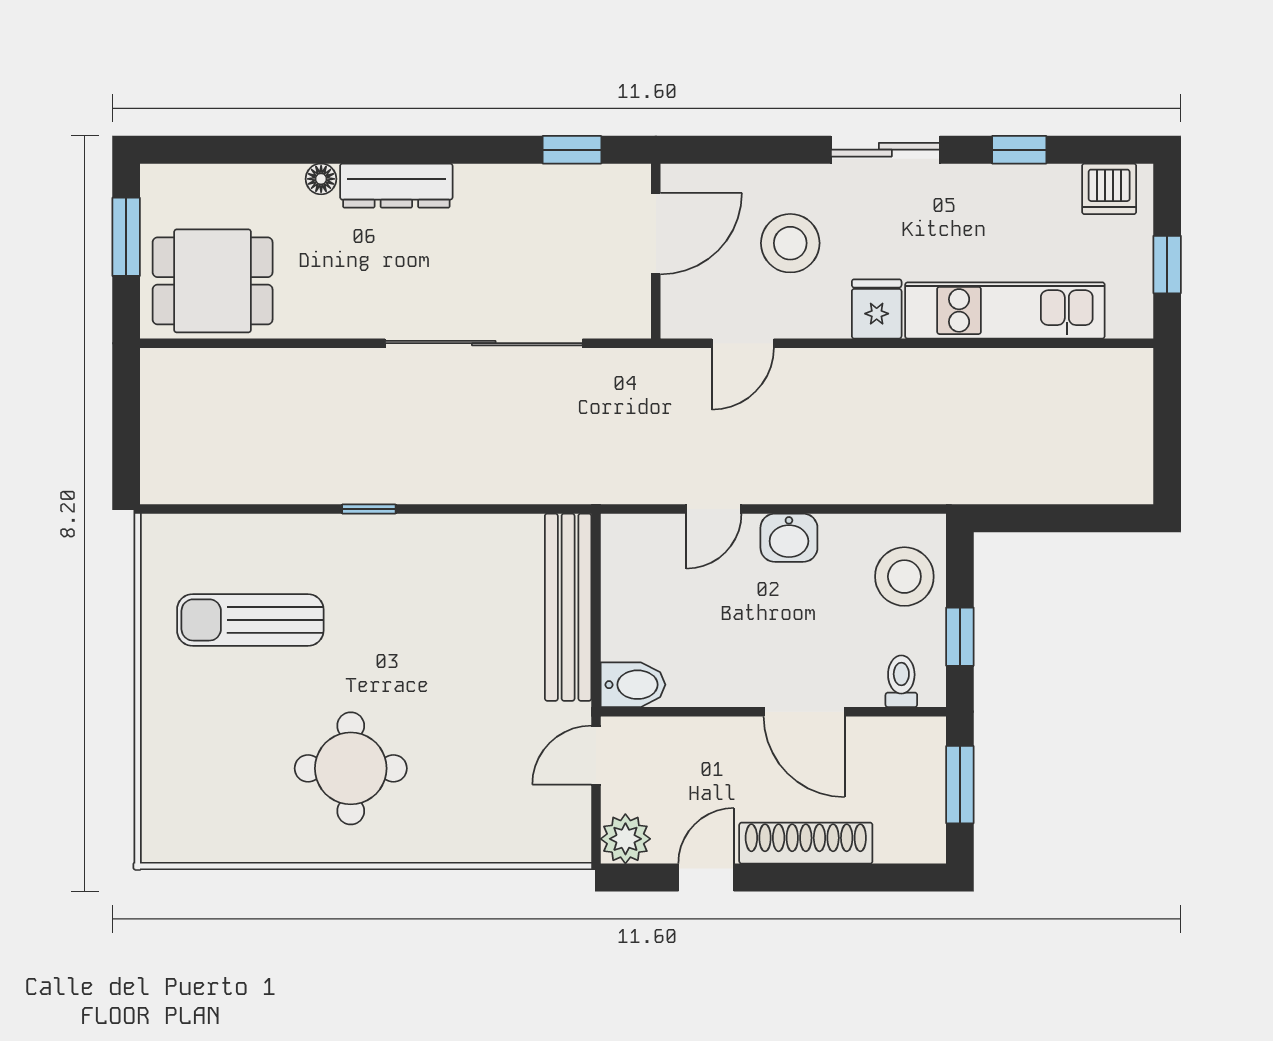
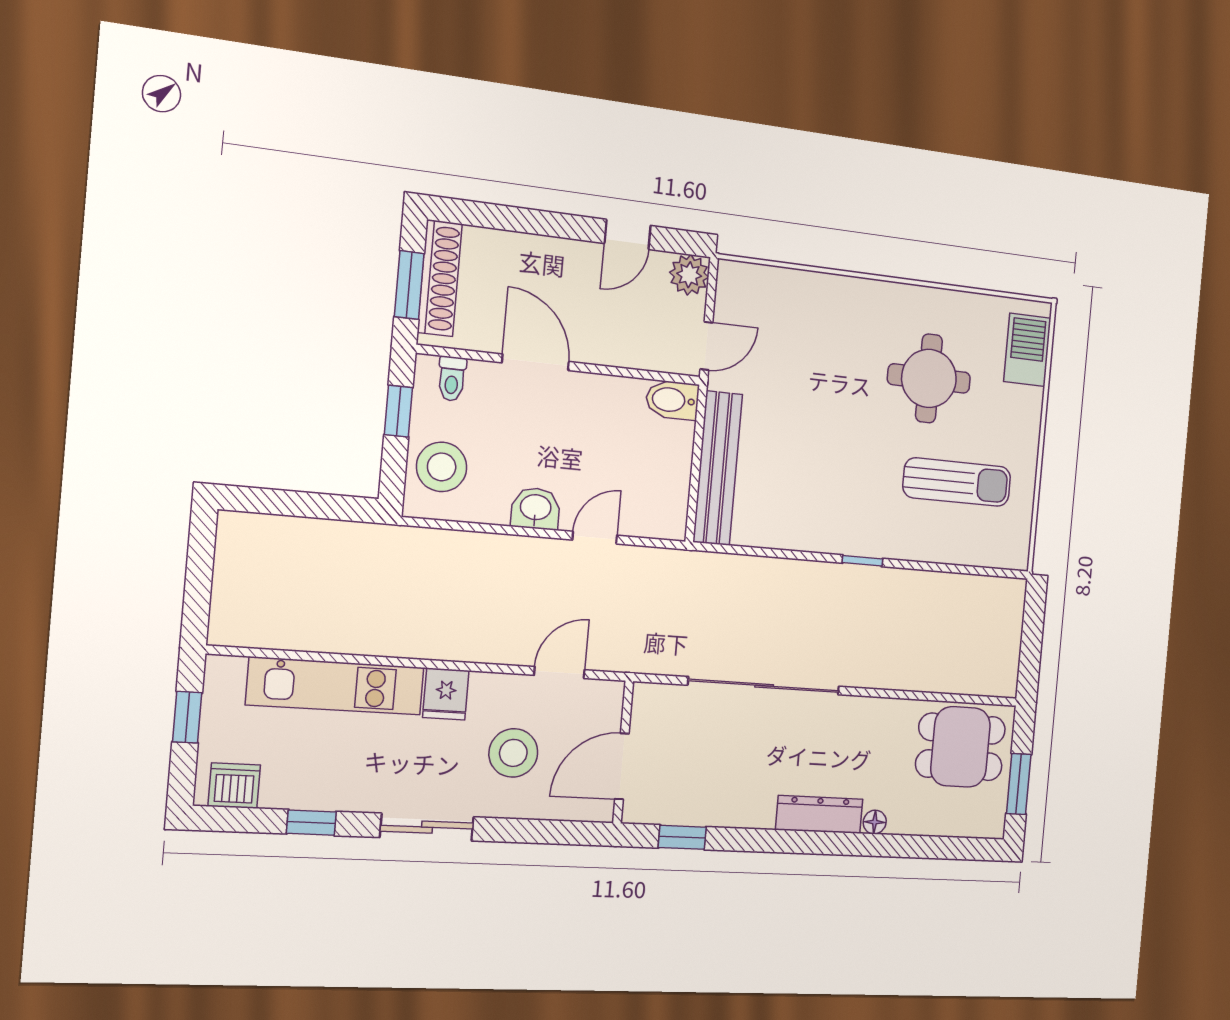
round table: (351, 768) -> (929, 378), moved
barbecue: (169, 799) -> (1027, 350), added
shoe rack: (806, 843) -> (440, 278), moved, turned -90

